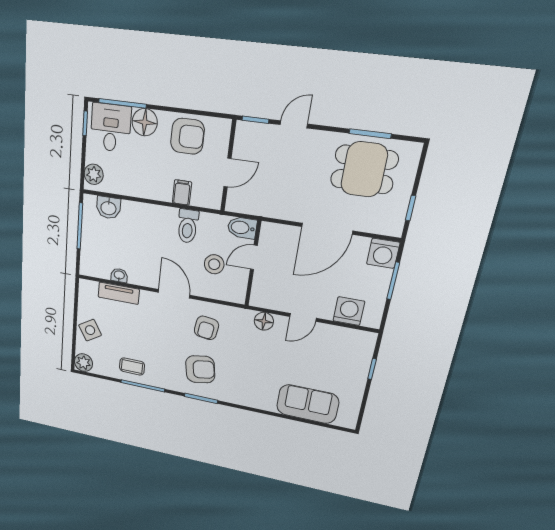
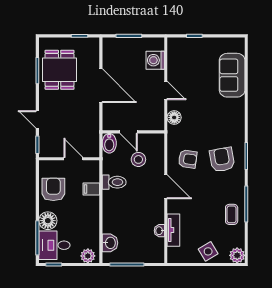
washing machine: (383, 253) -> (111, 46), removed
door: (174, 294) -> (166, 187), swing flipped

